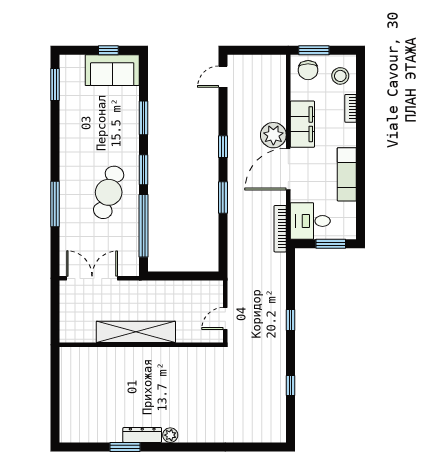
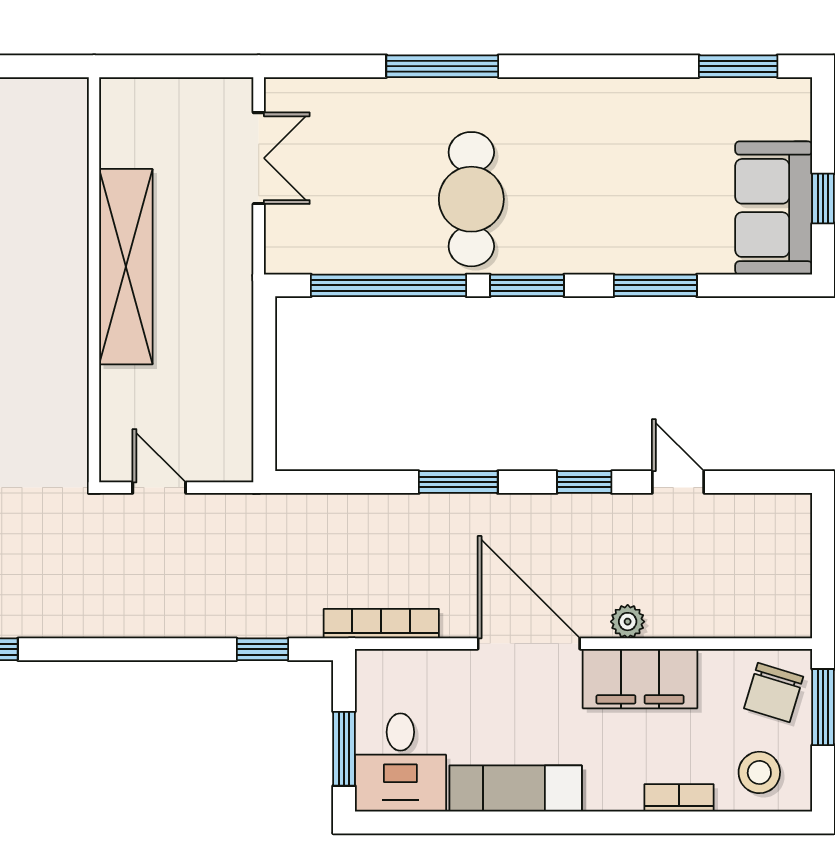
chair: (308, 70) -> (774, 693), turned -73
door: (223, 77) -> (678, 482), moved
plant: (273, 135) -> (628, 622), width x0.53, depth x0.53
cafe table: (109, 192) -> (471, 199), turned 72
desk: (310, 221) -> (400, 763), moved, turned 180
double door: (92, 278) -> (259, 158), width x0.73
window: (291, 320) -> (262, 649), moved

